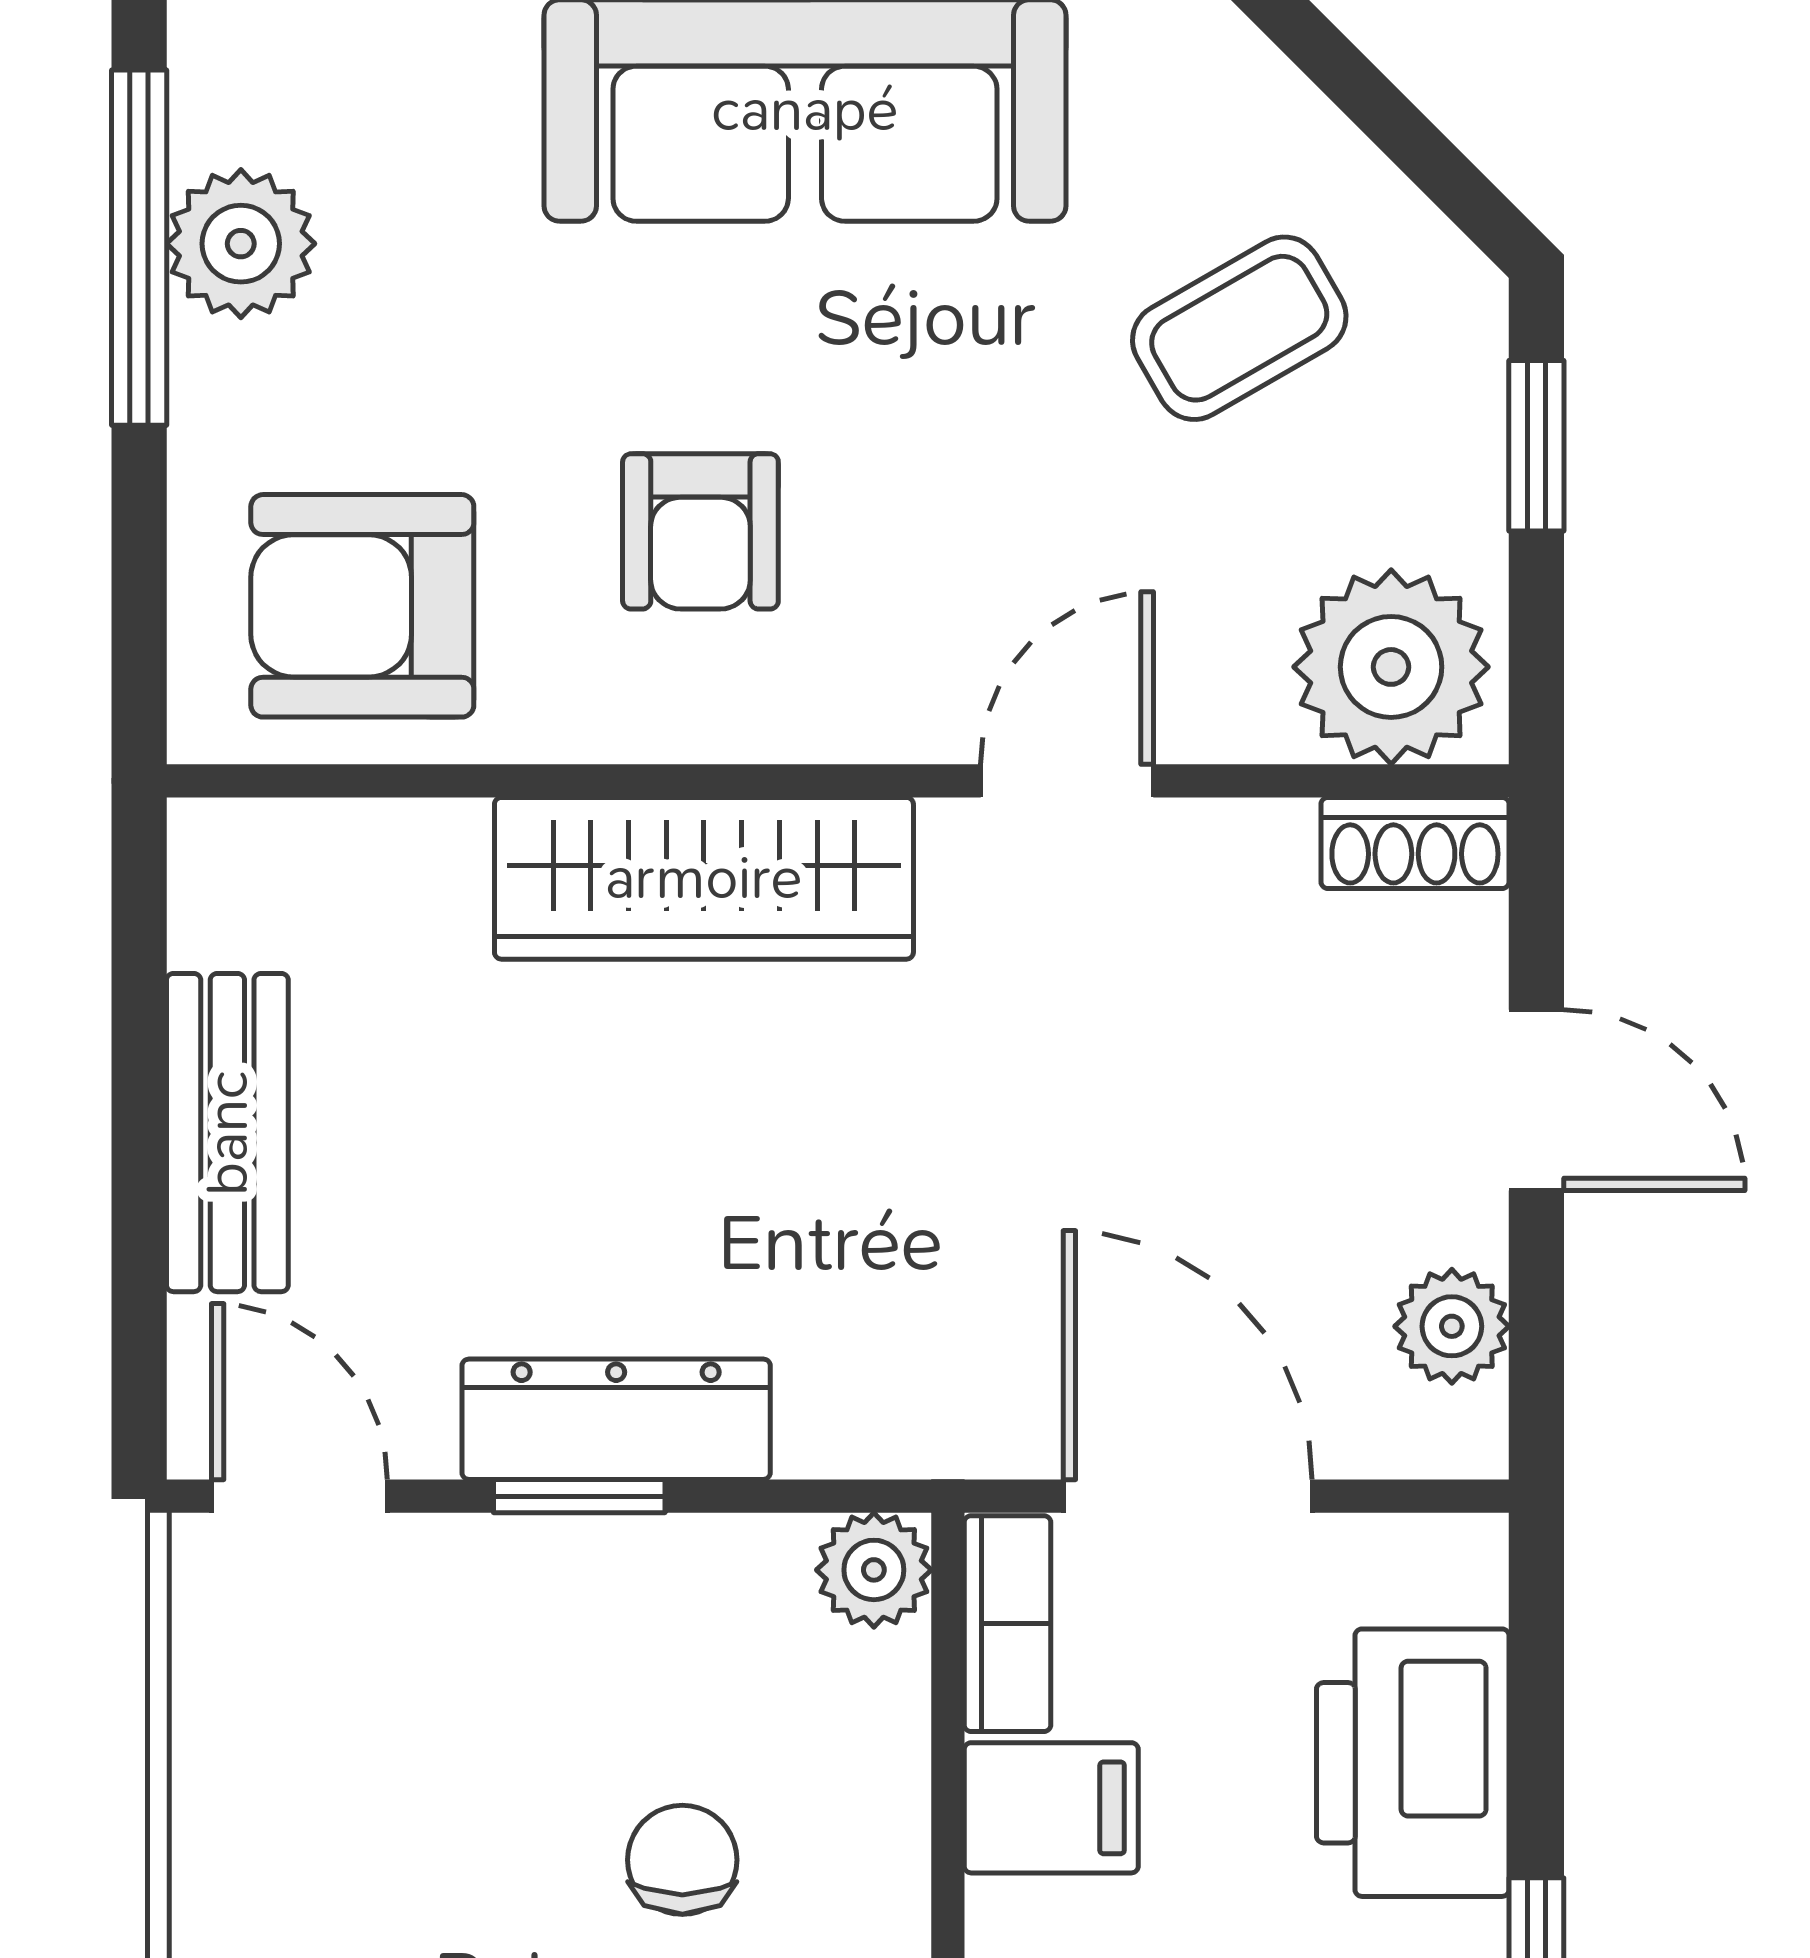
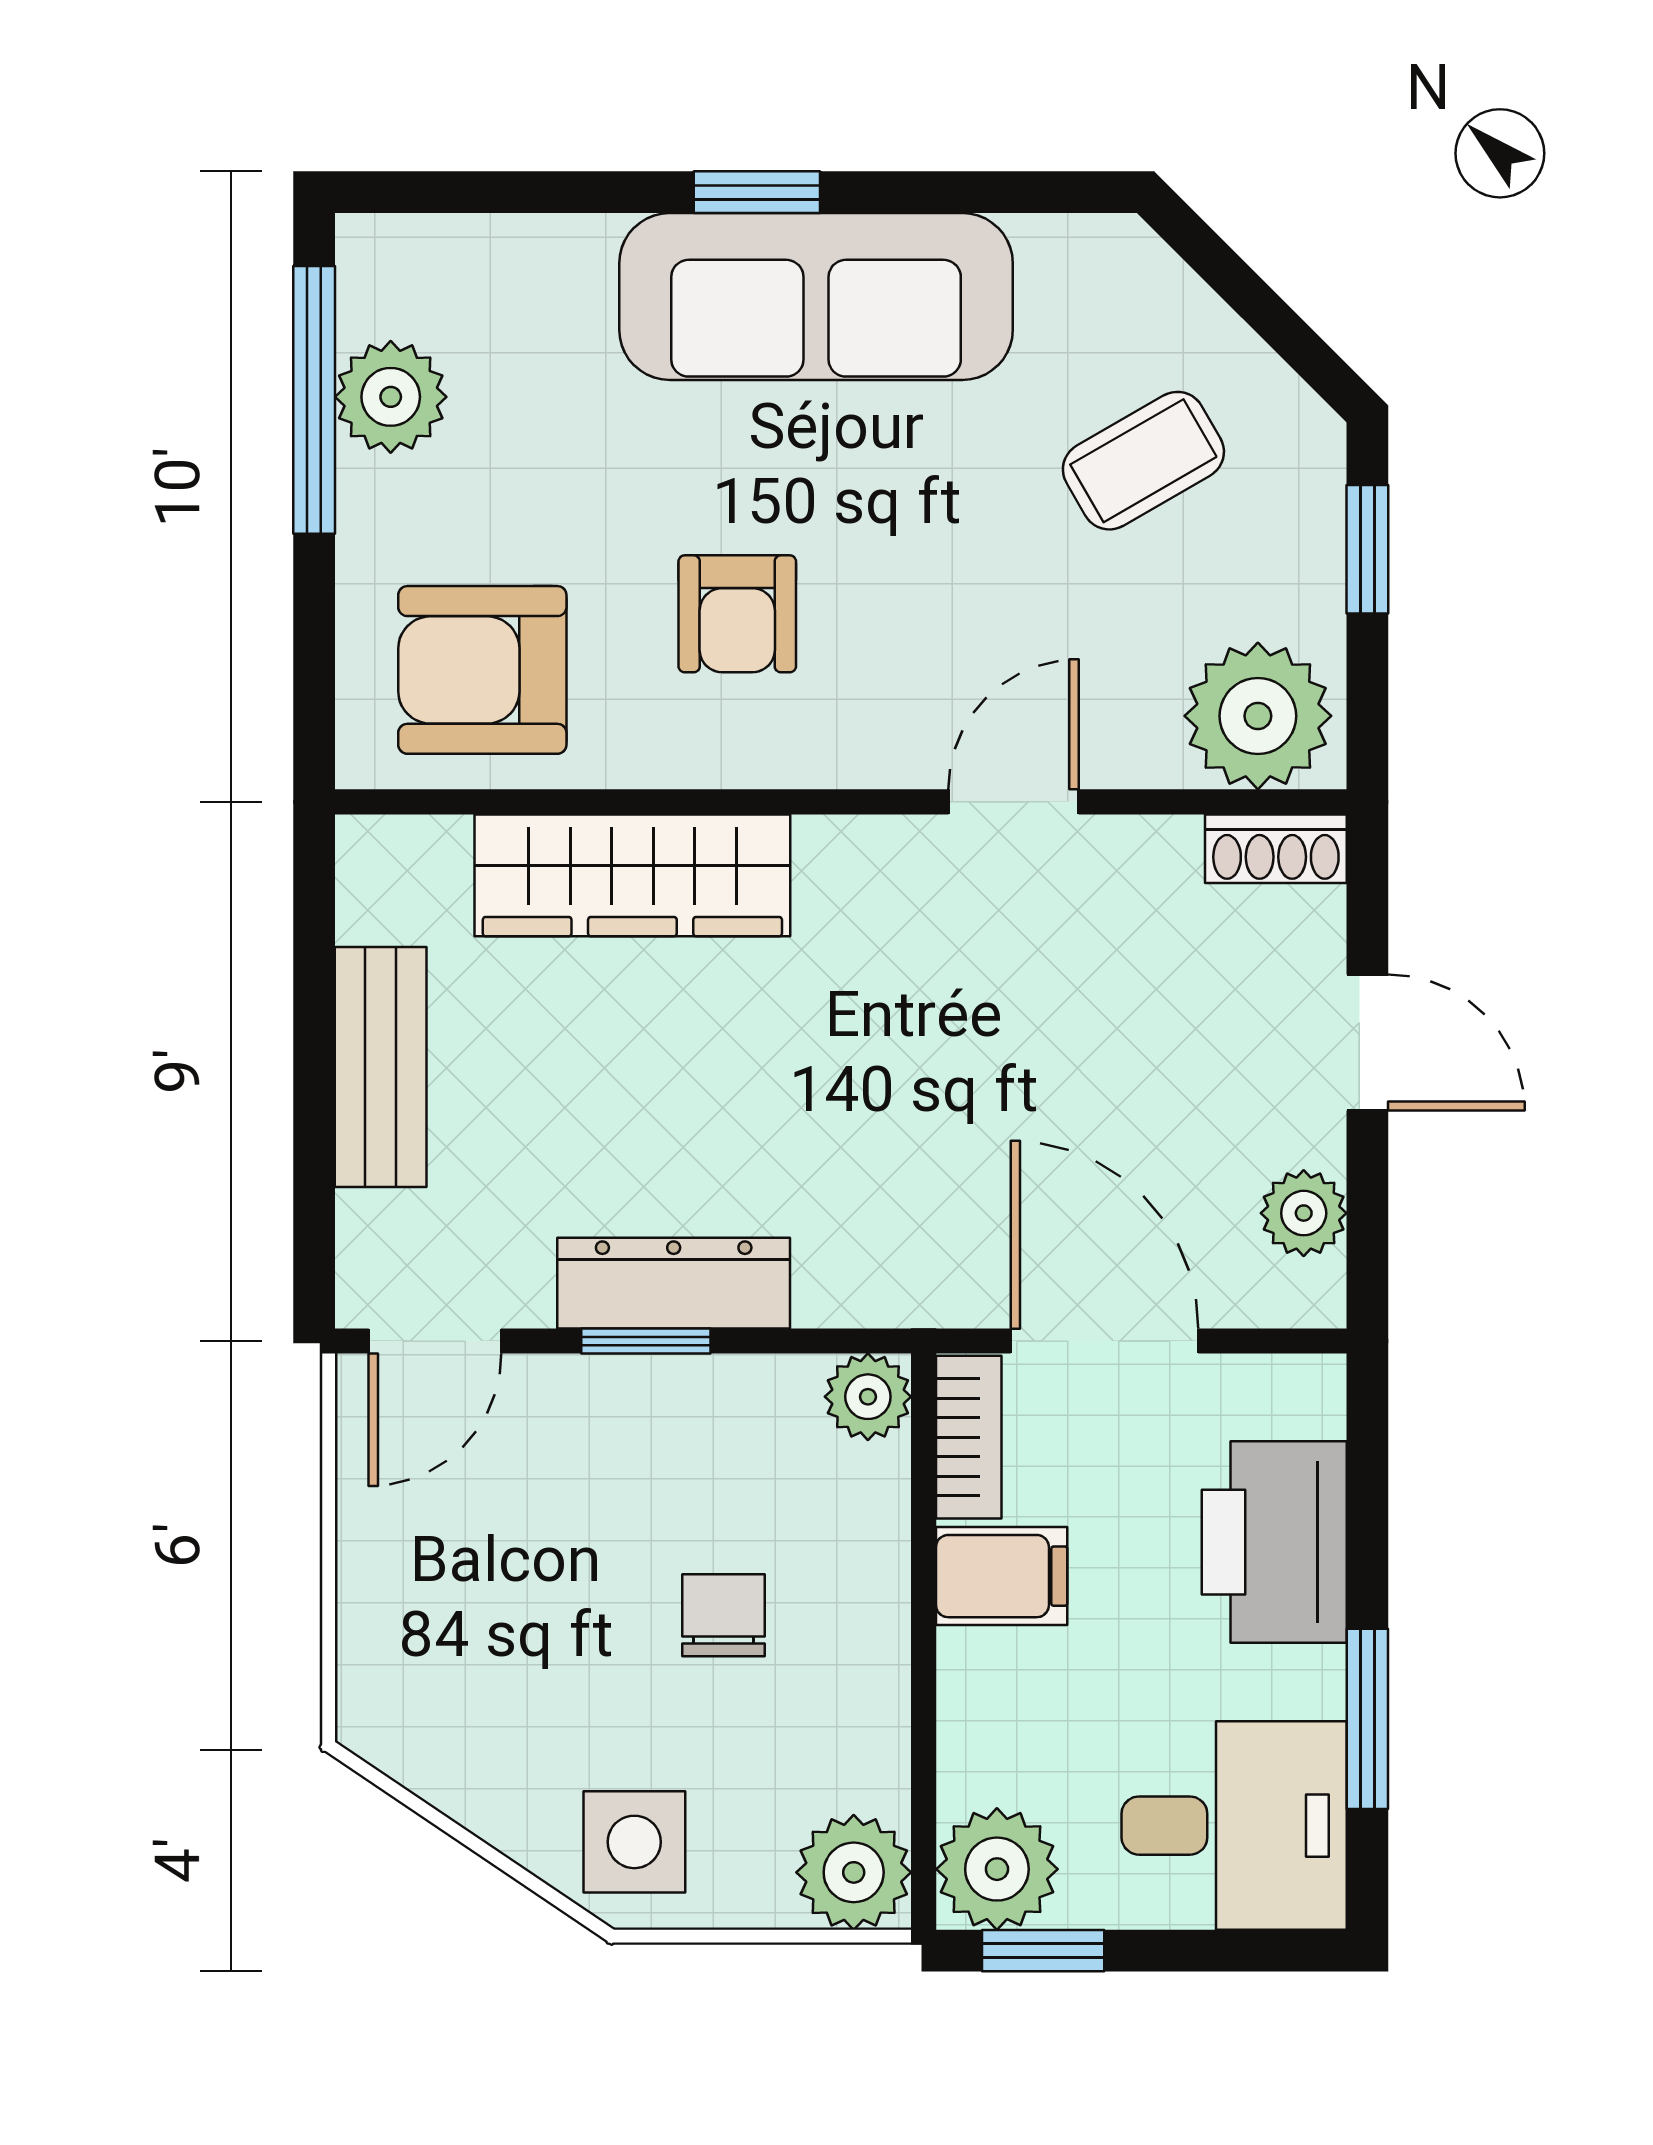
wardrobe: (704, 878) -> (632, 875), moved
door: (299, 1496) -> (435, 1341), swing flipped

